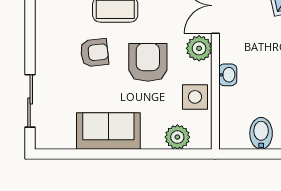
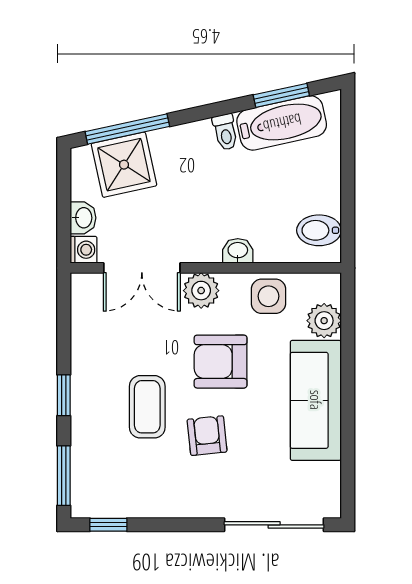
sliding door: (30, 101) -> (274, 525), width x1.37
sofa: (108, 131) -> (316, 400), width x1.36
bidet: (261, 133) -> (319, 230), moved

